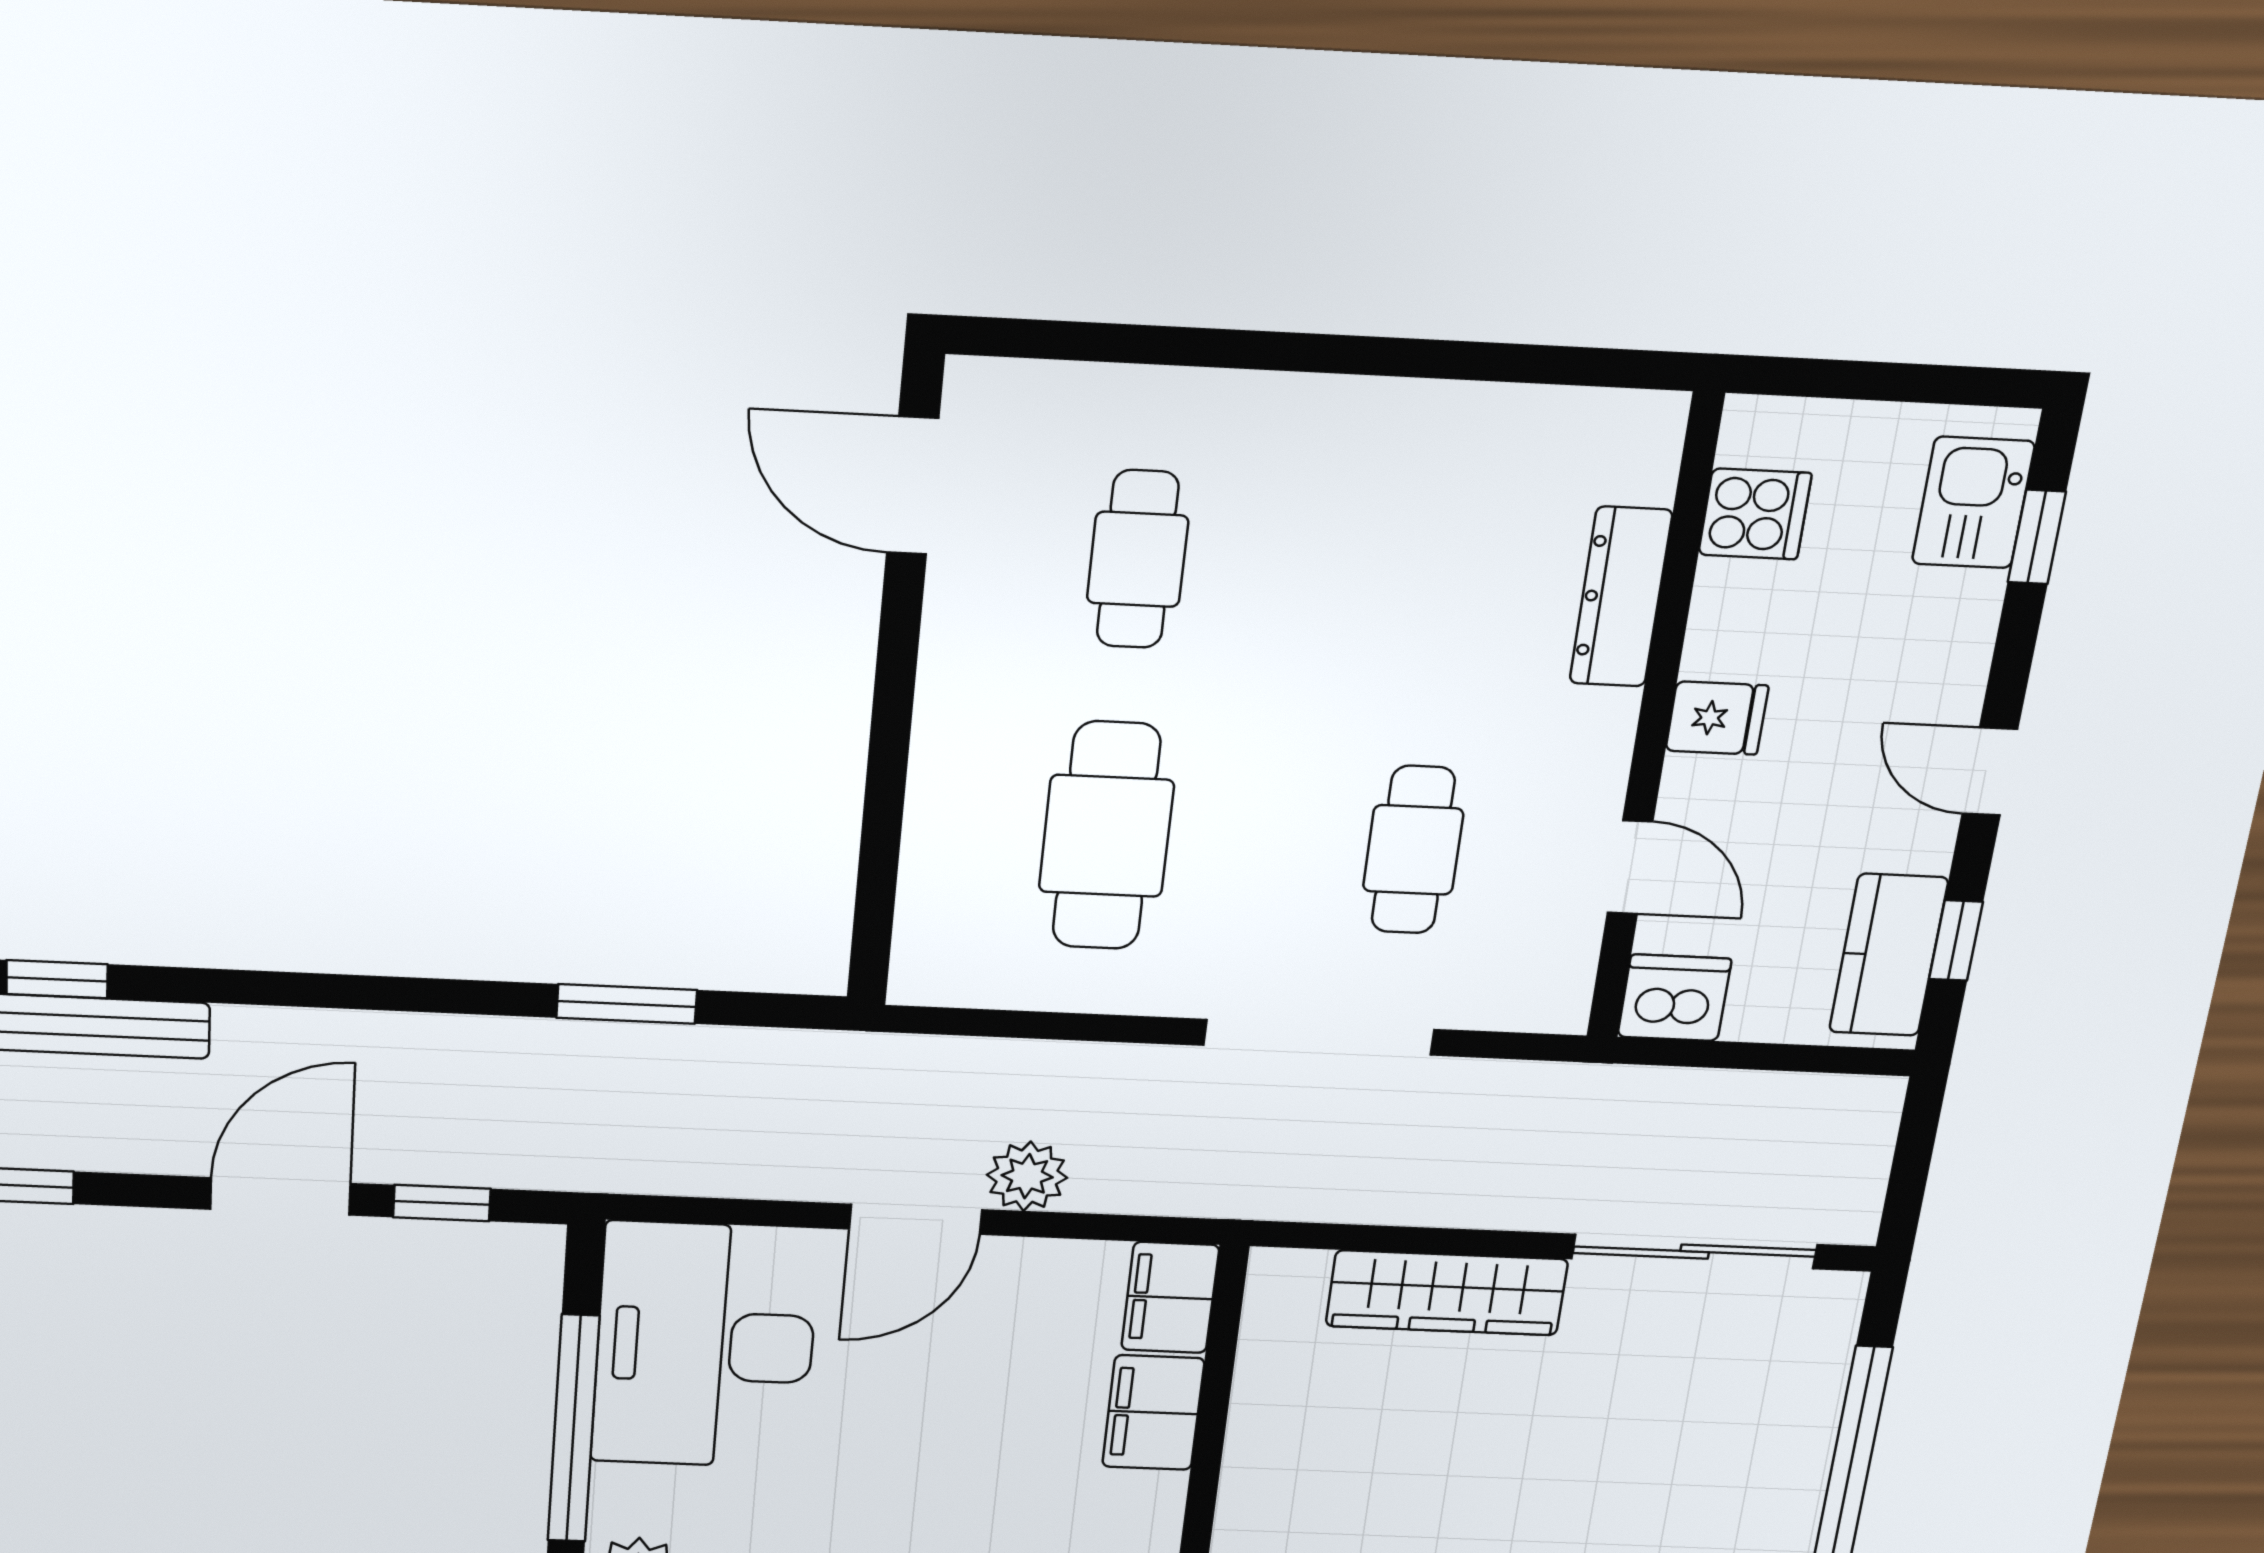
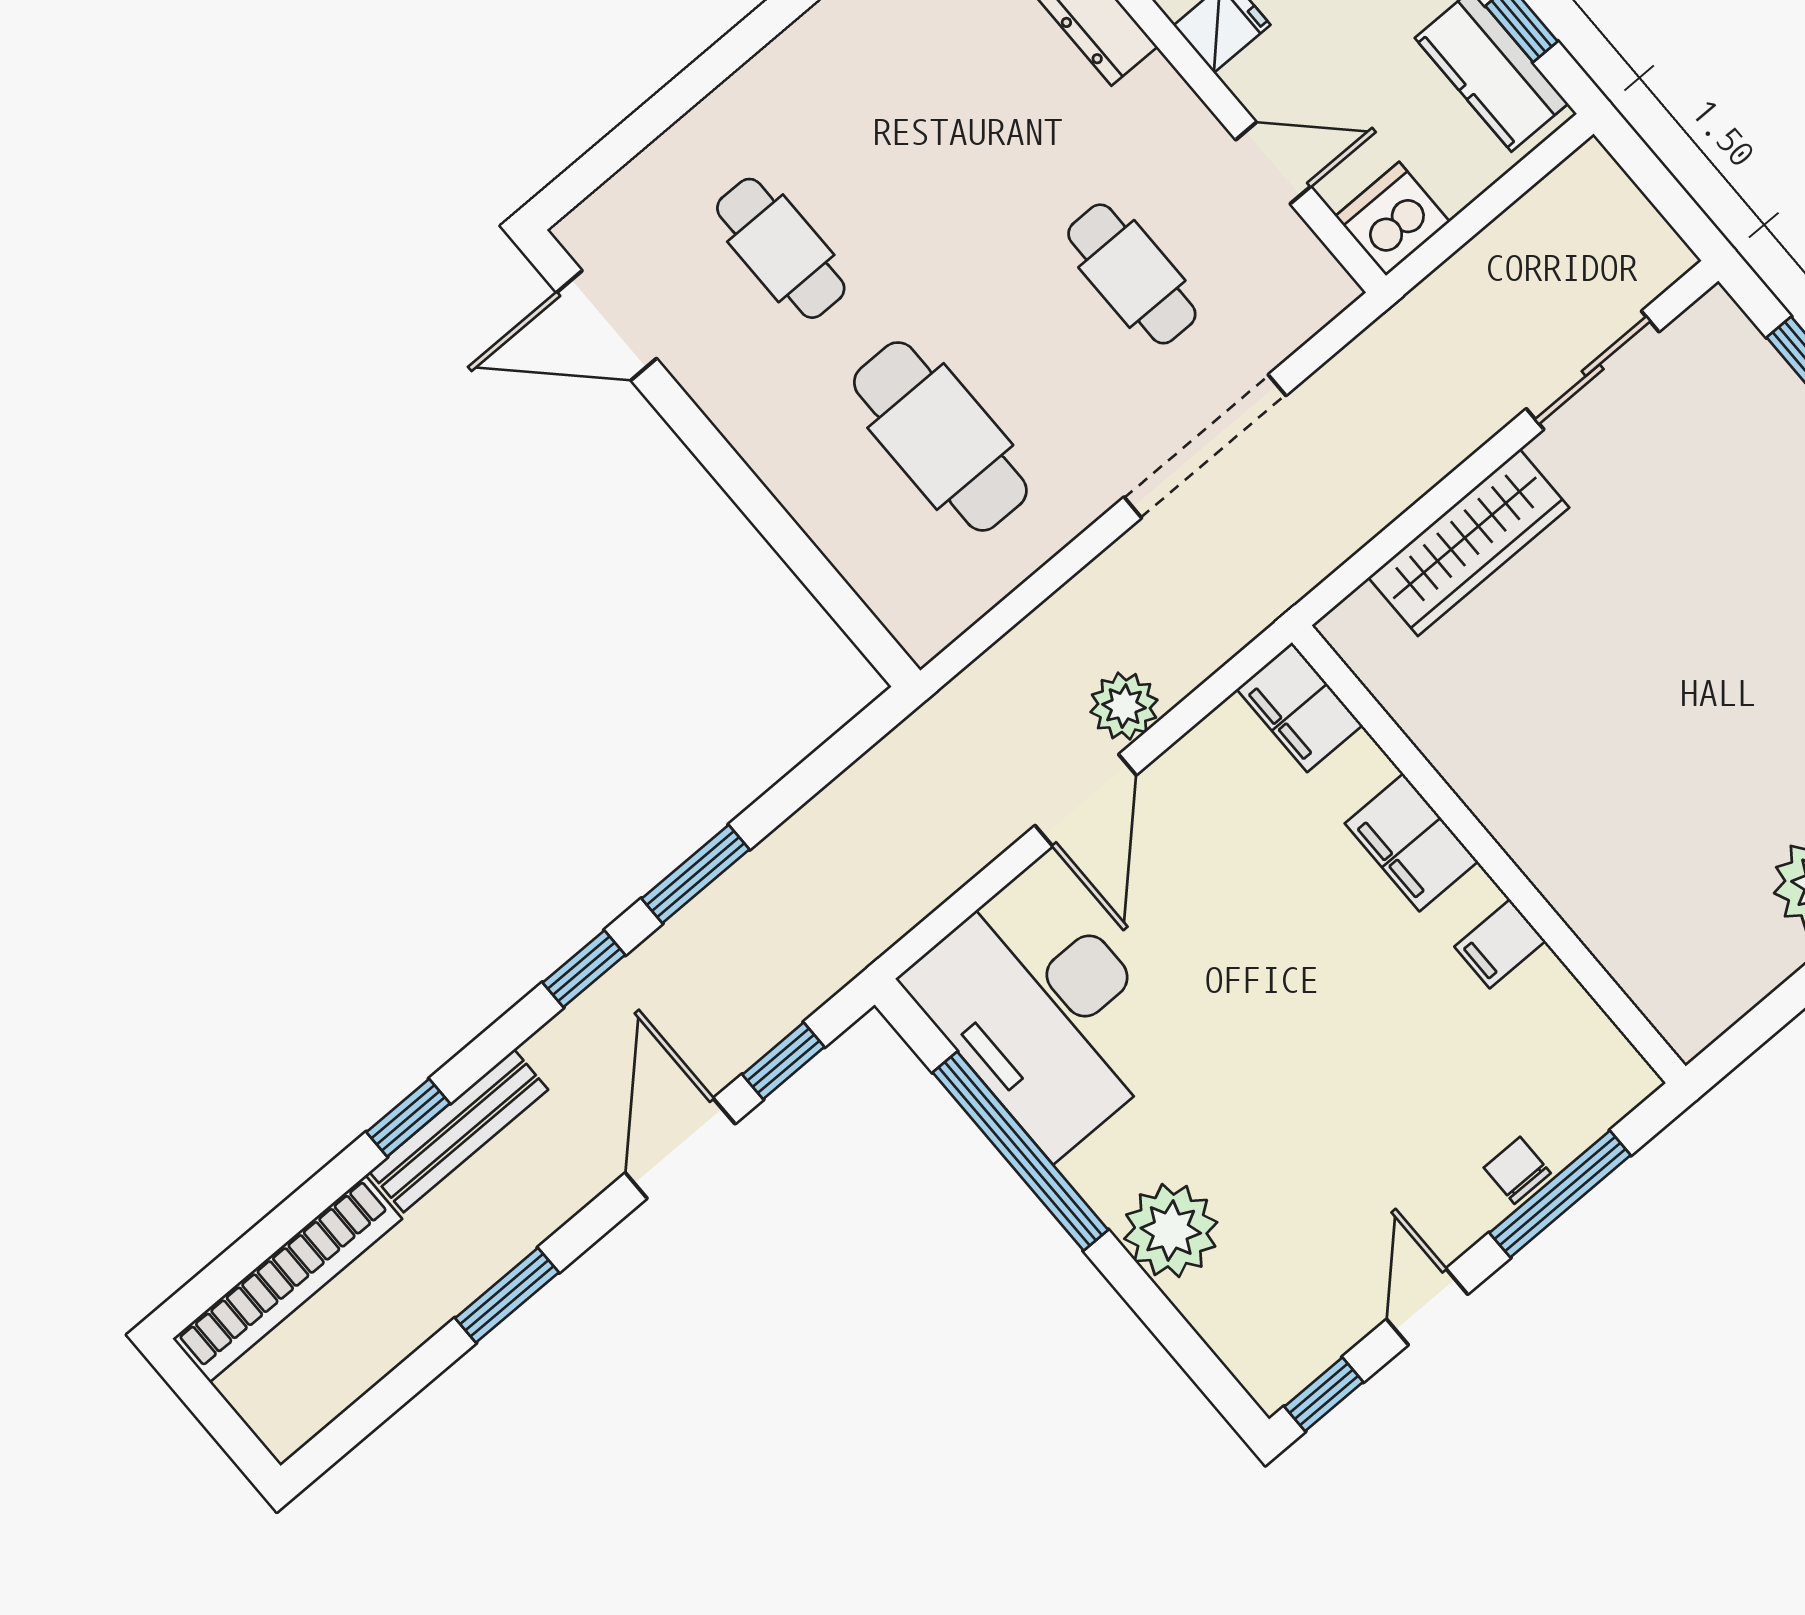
window: (339, 991) -> (584, 969), added
window: (627, 1004) -> (696, 874), moved
sliding door: (1695, 1252) -> (1593, 370), width x0.73
filing cabinet: (1153, 1413) -> (1411, 842), moved

